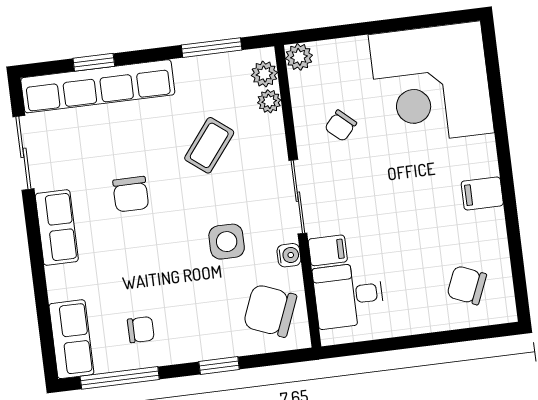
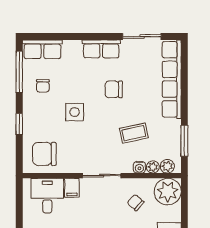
plant: (299, 57) -> (168, 192), width x1.87, depth x1.87
window: (94, 62) -> (184, 79), removed
coffee table: (209, 145) -> (134, 133), turned -50
side table: (227, 242) -> (75, 112), moved
water cooler: (289, 255) -> (139, 167), moved
chair: (270, 311) -> (44, 154), turned -112

